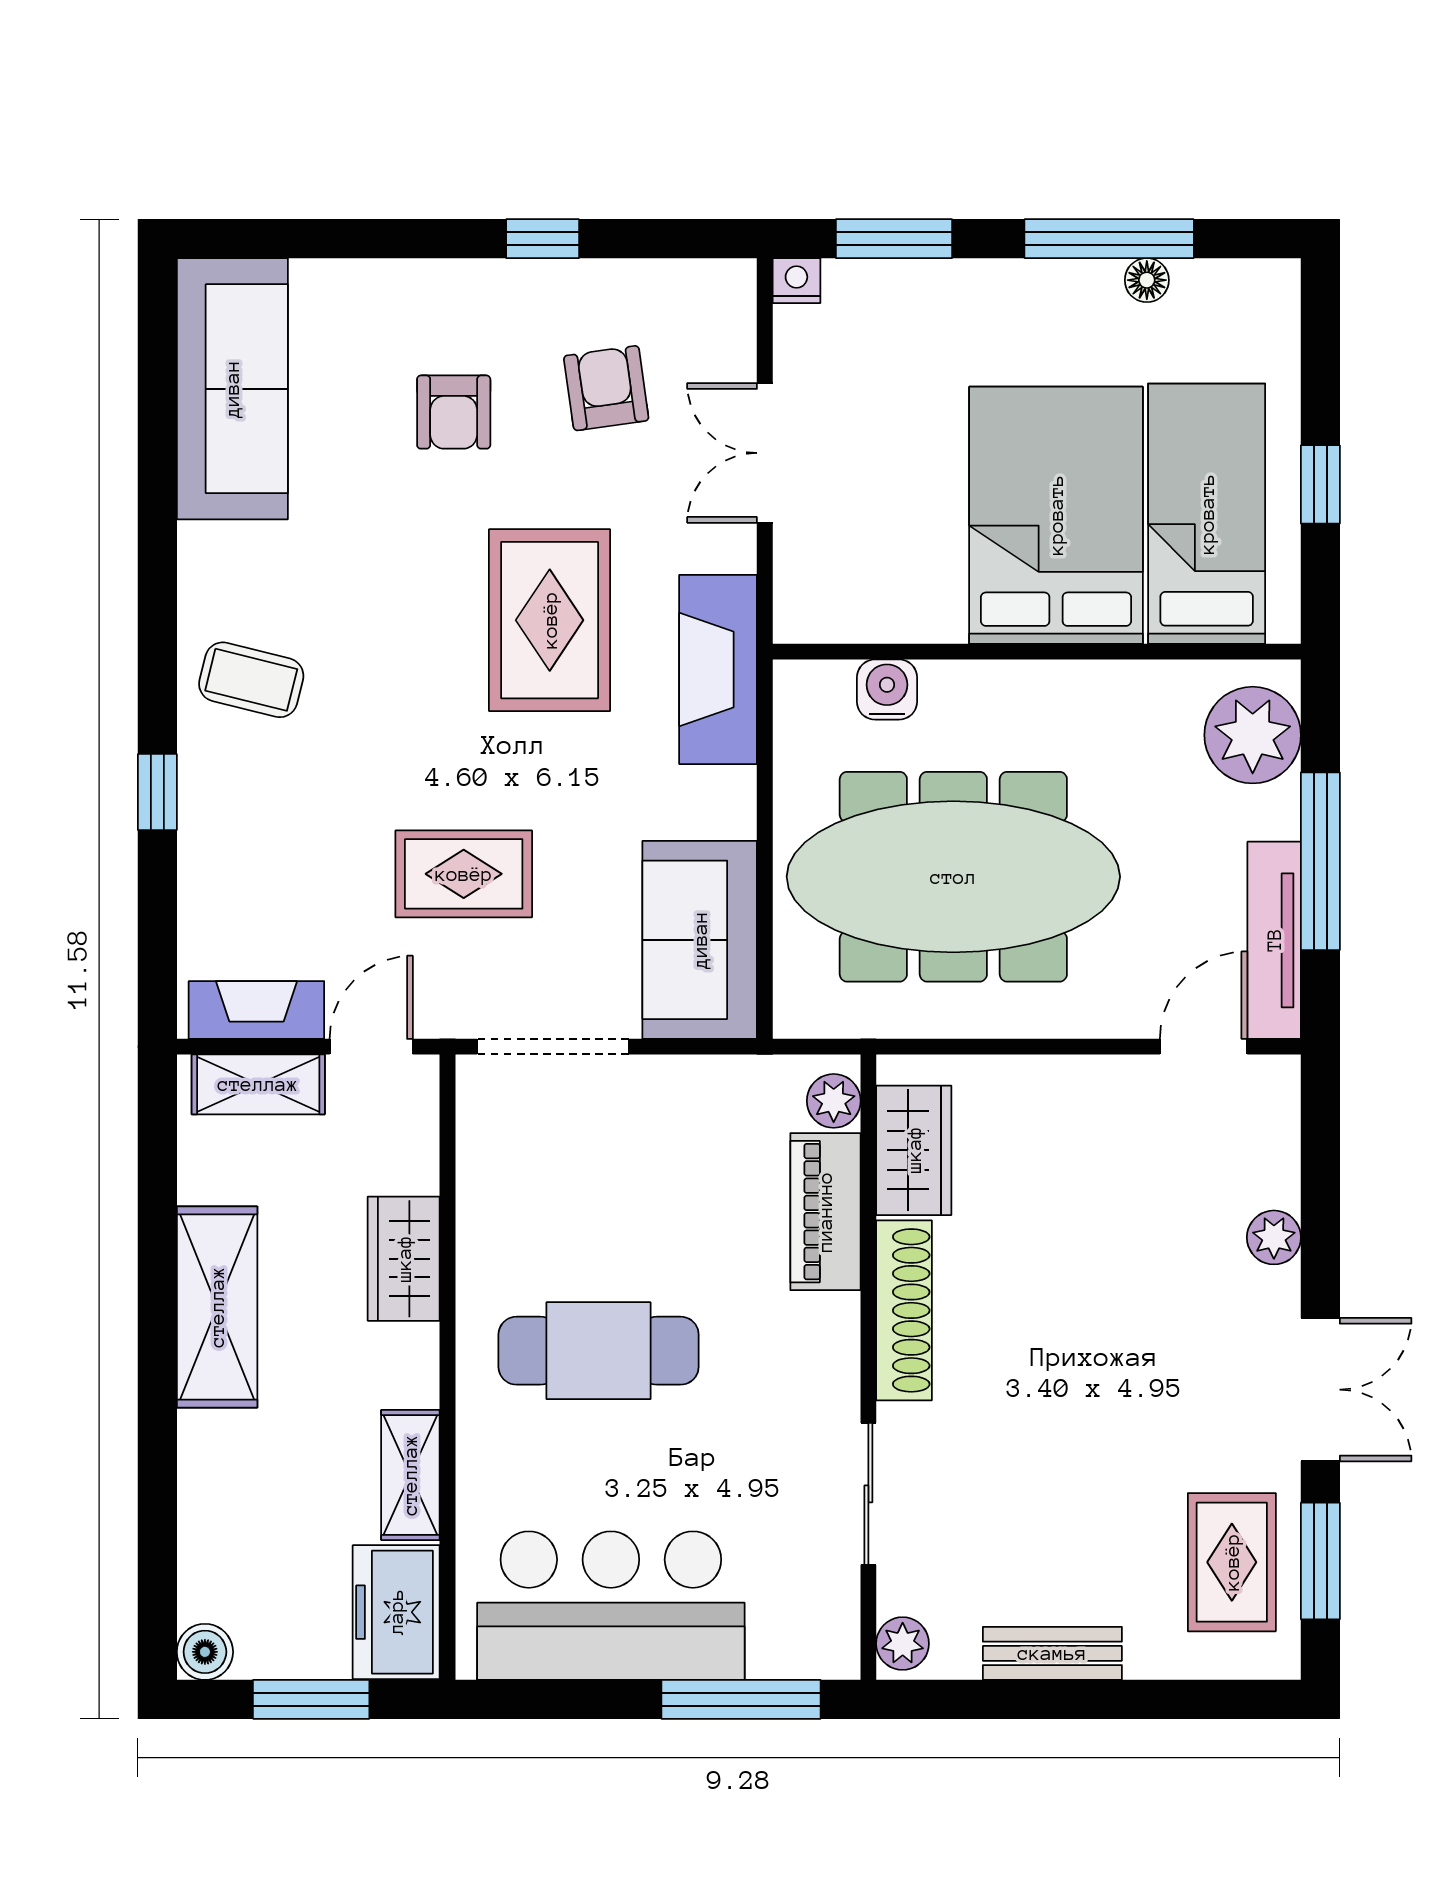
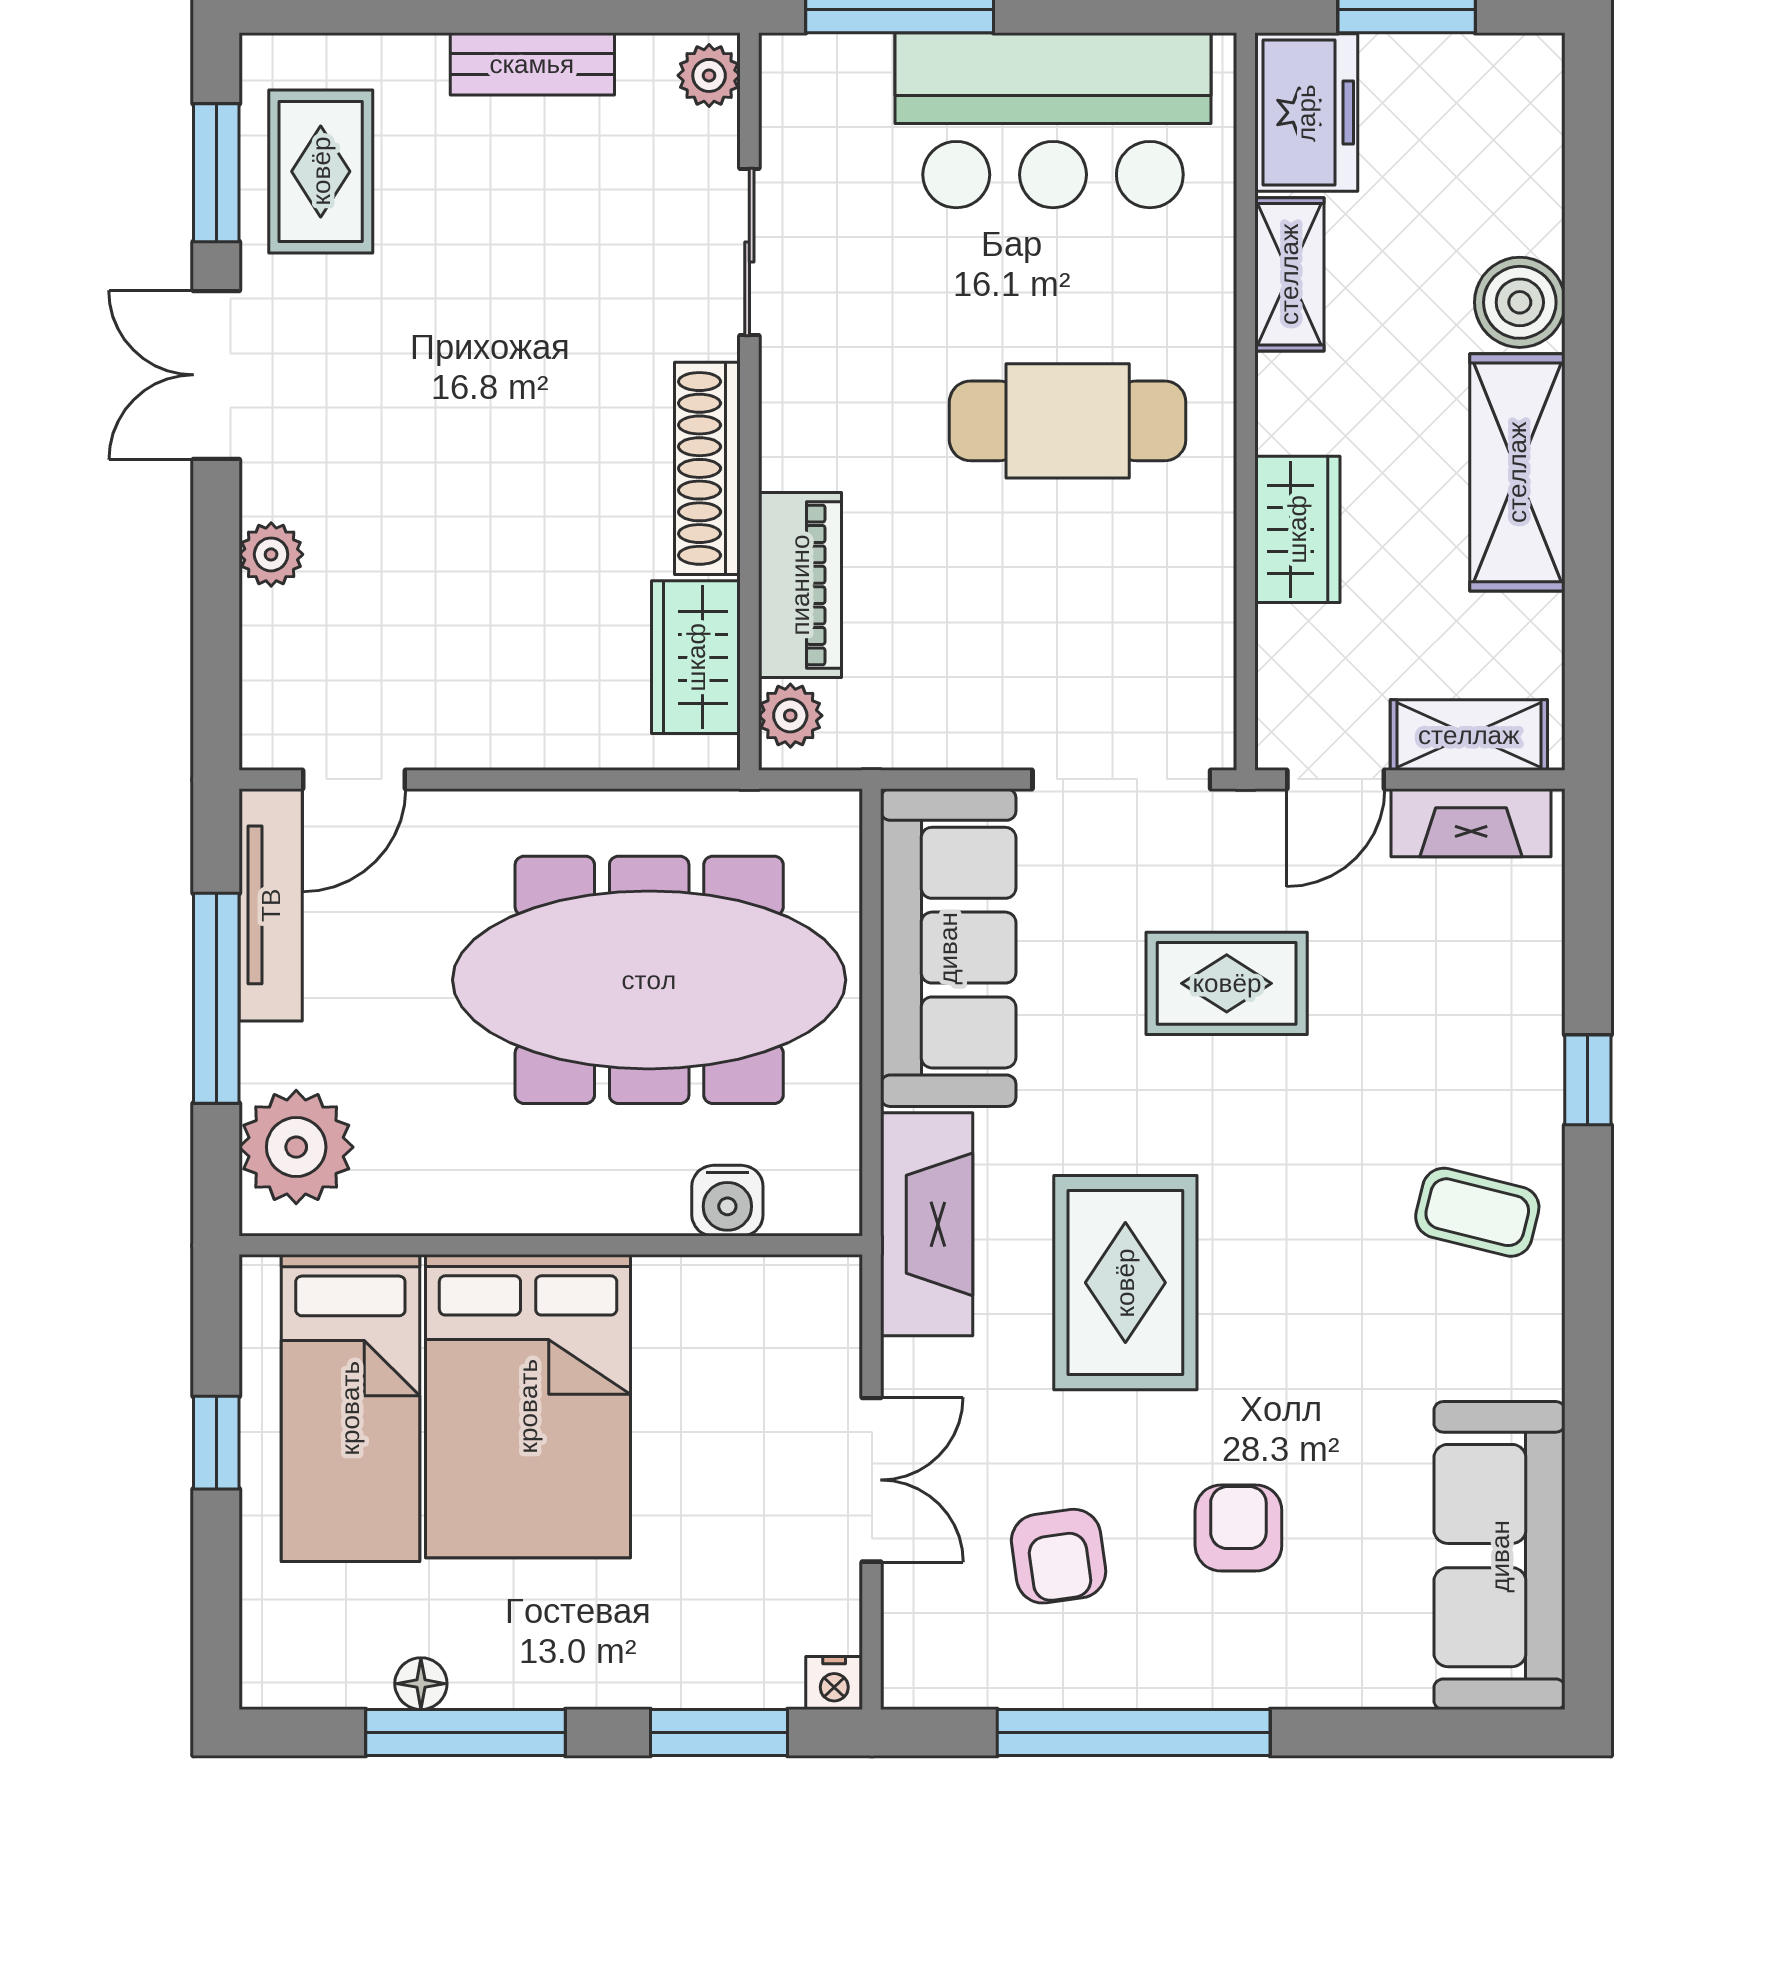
window: (543, 239) -> (1134, 1733), width x3.17
sofa: (700, 940) -> (948, 948), width x1.36
boiler: (205, 1652) -> (1520, 302), moved, width x1.36, depth x1.36

